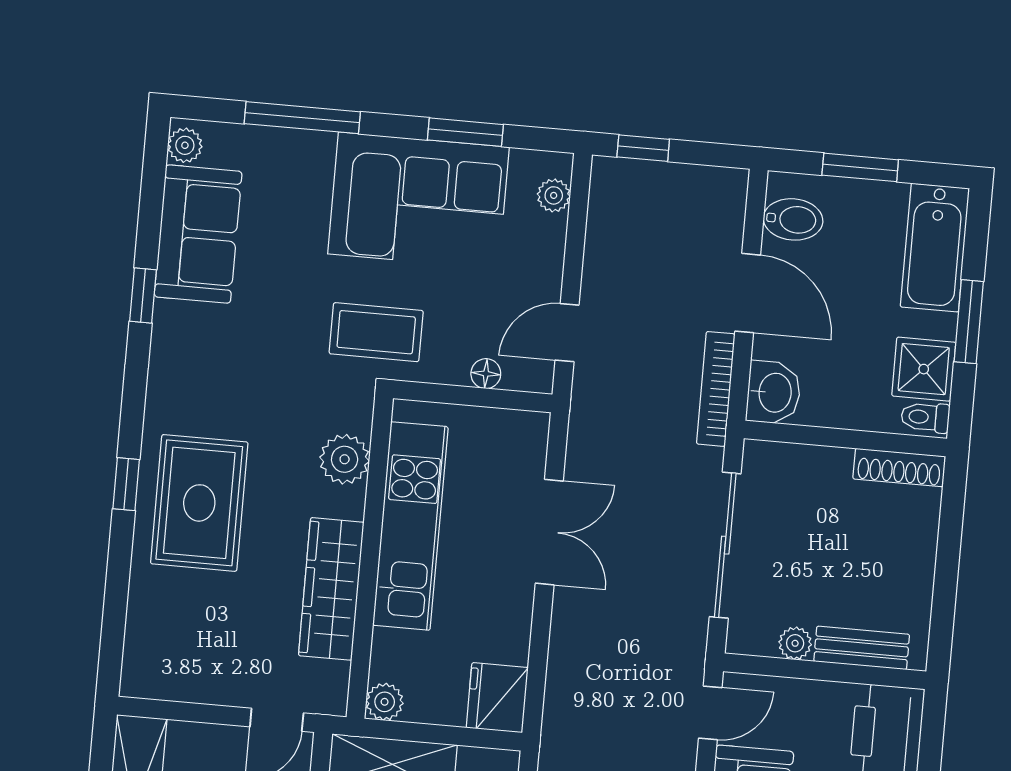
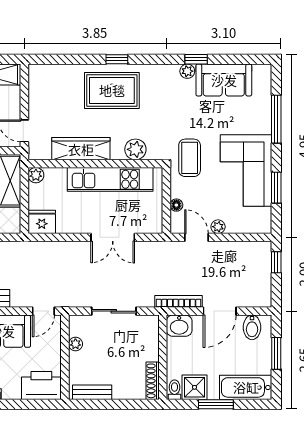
plant: (185, 145) -> (187, 71), moved
plant: (554, 195) -> (218, 227), moved
sliding door: (725, 545) -> (114, 311), width x0.73
bench: (862, 648) -> (92, 392), moved, turned 90
door: (710, 713) -> (43, 311), hinge flipped

